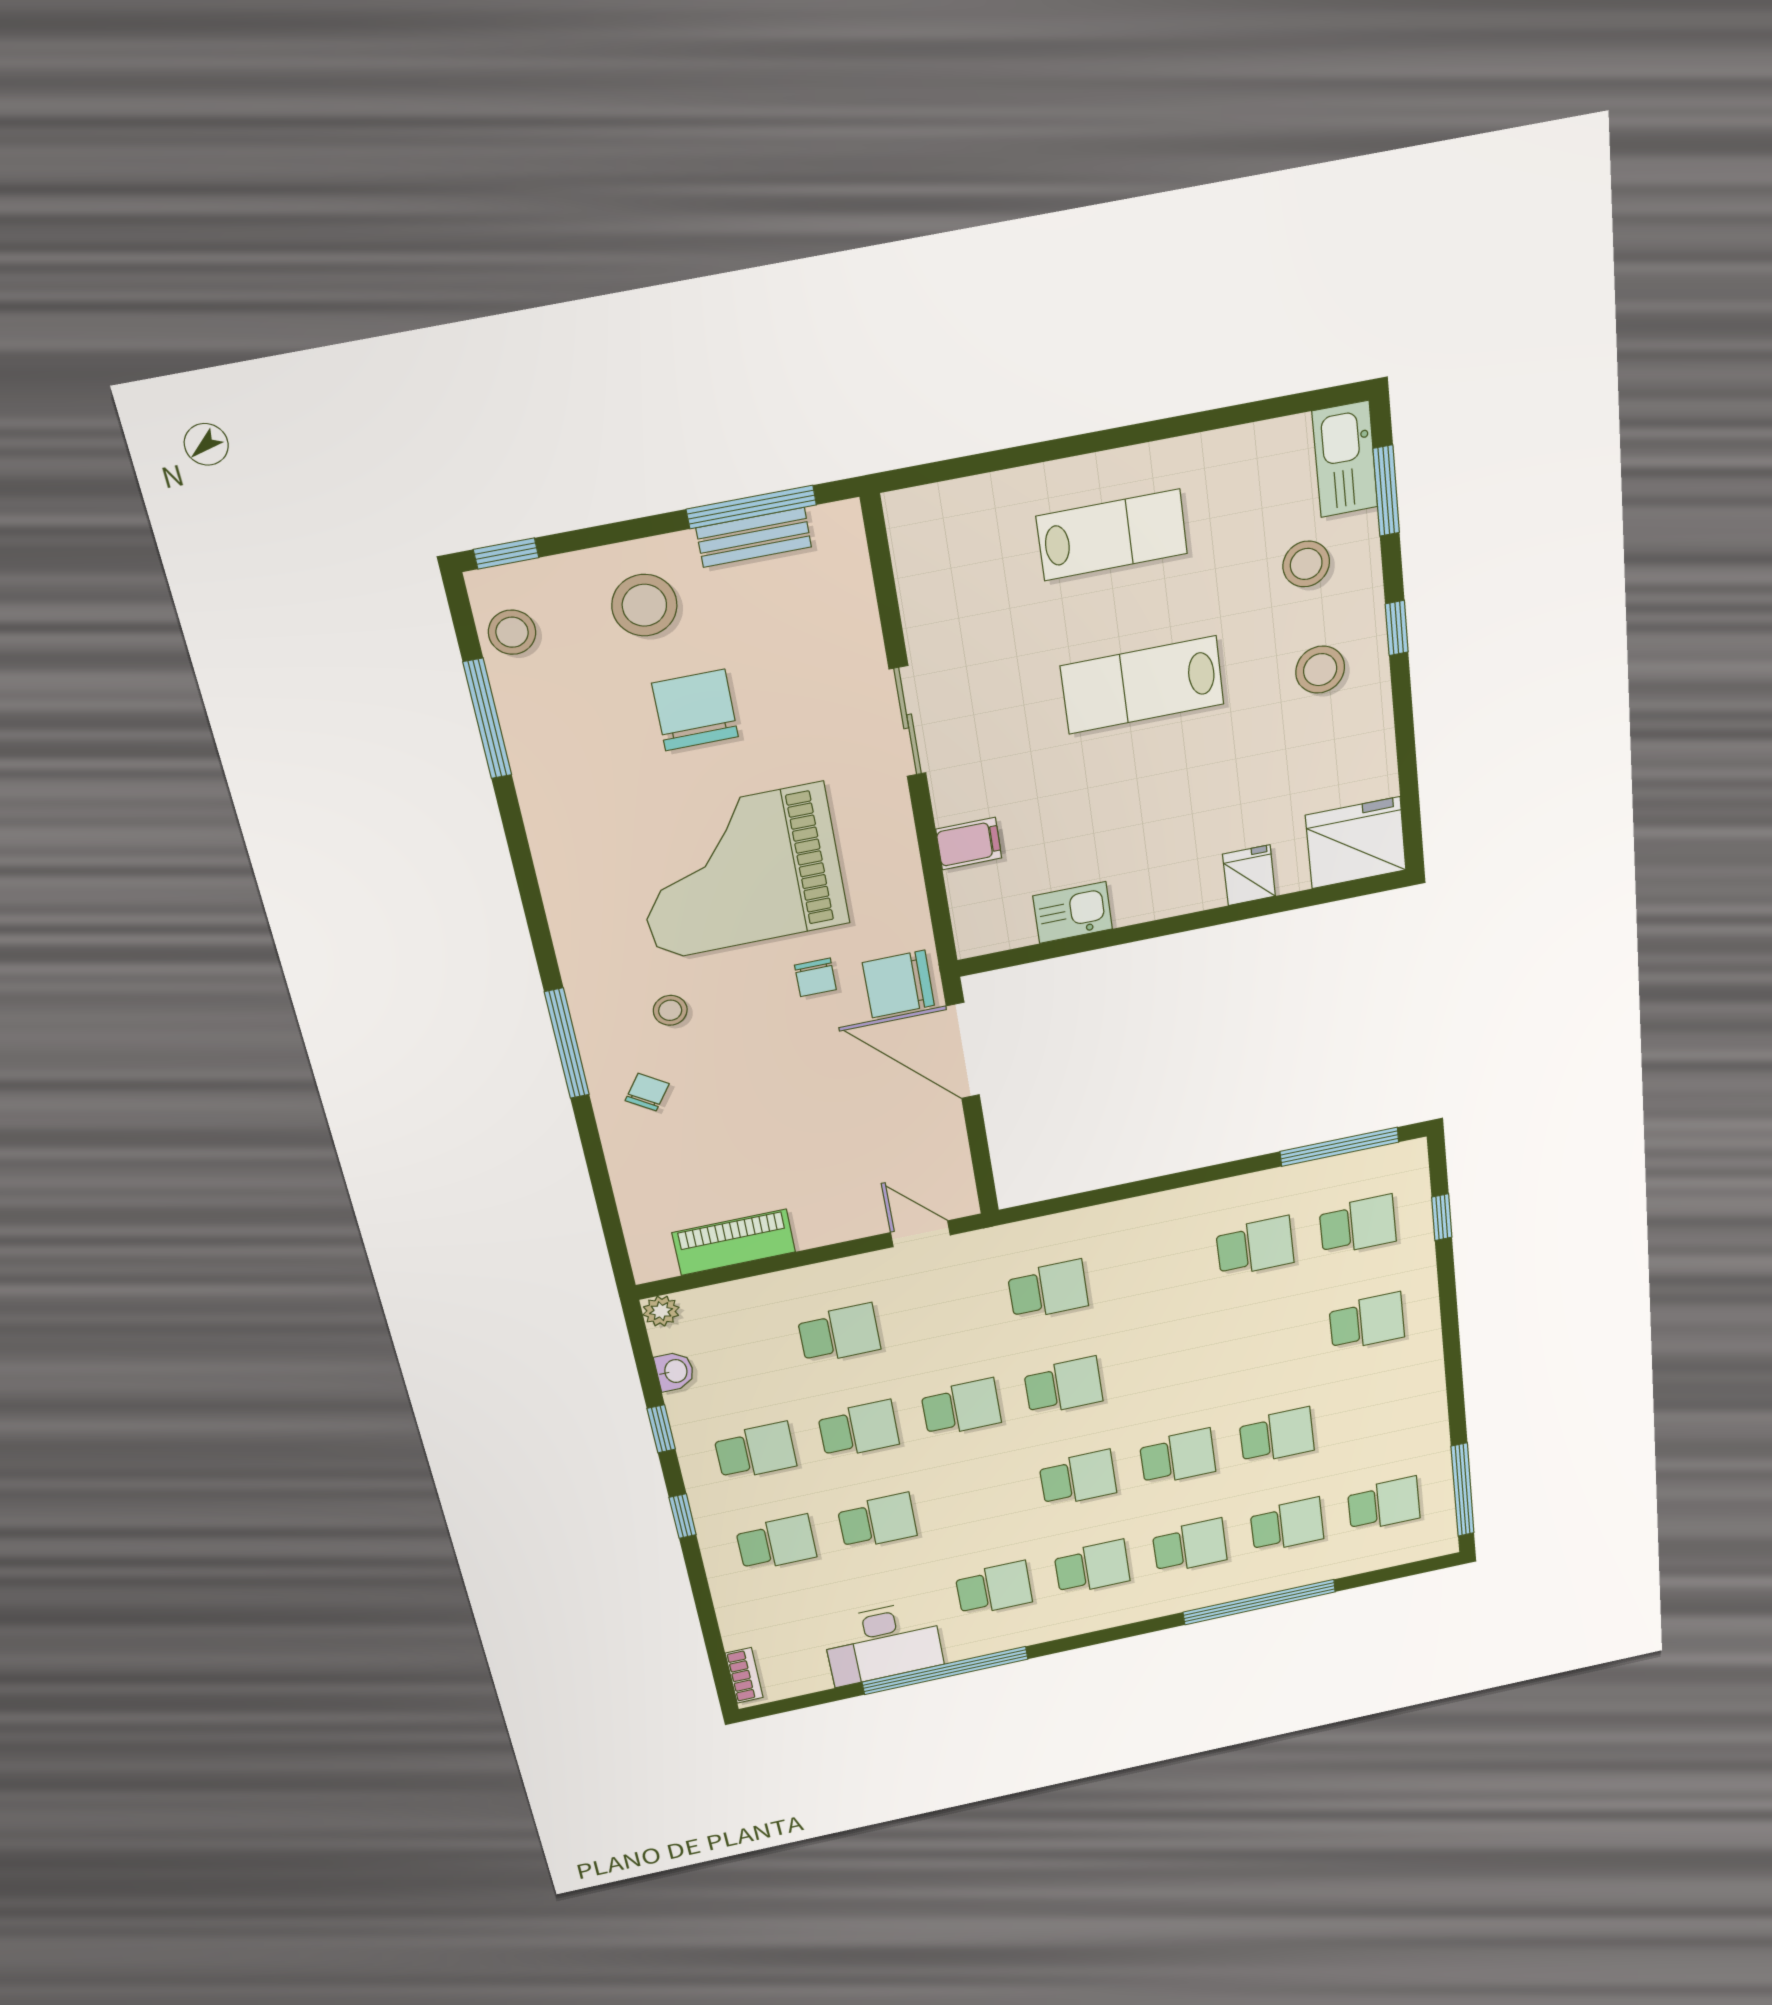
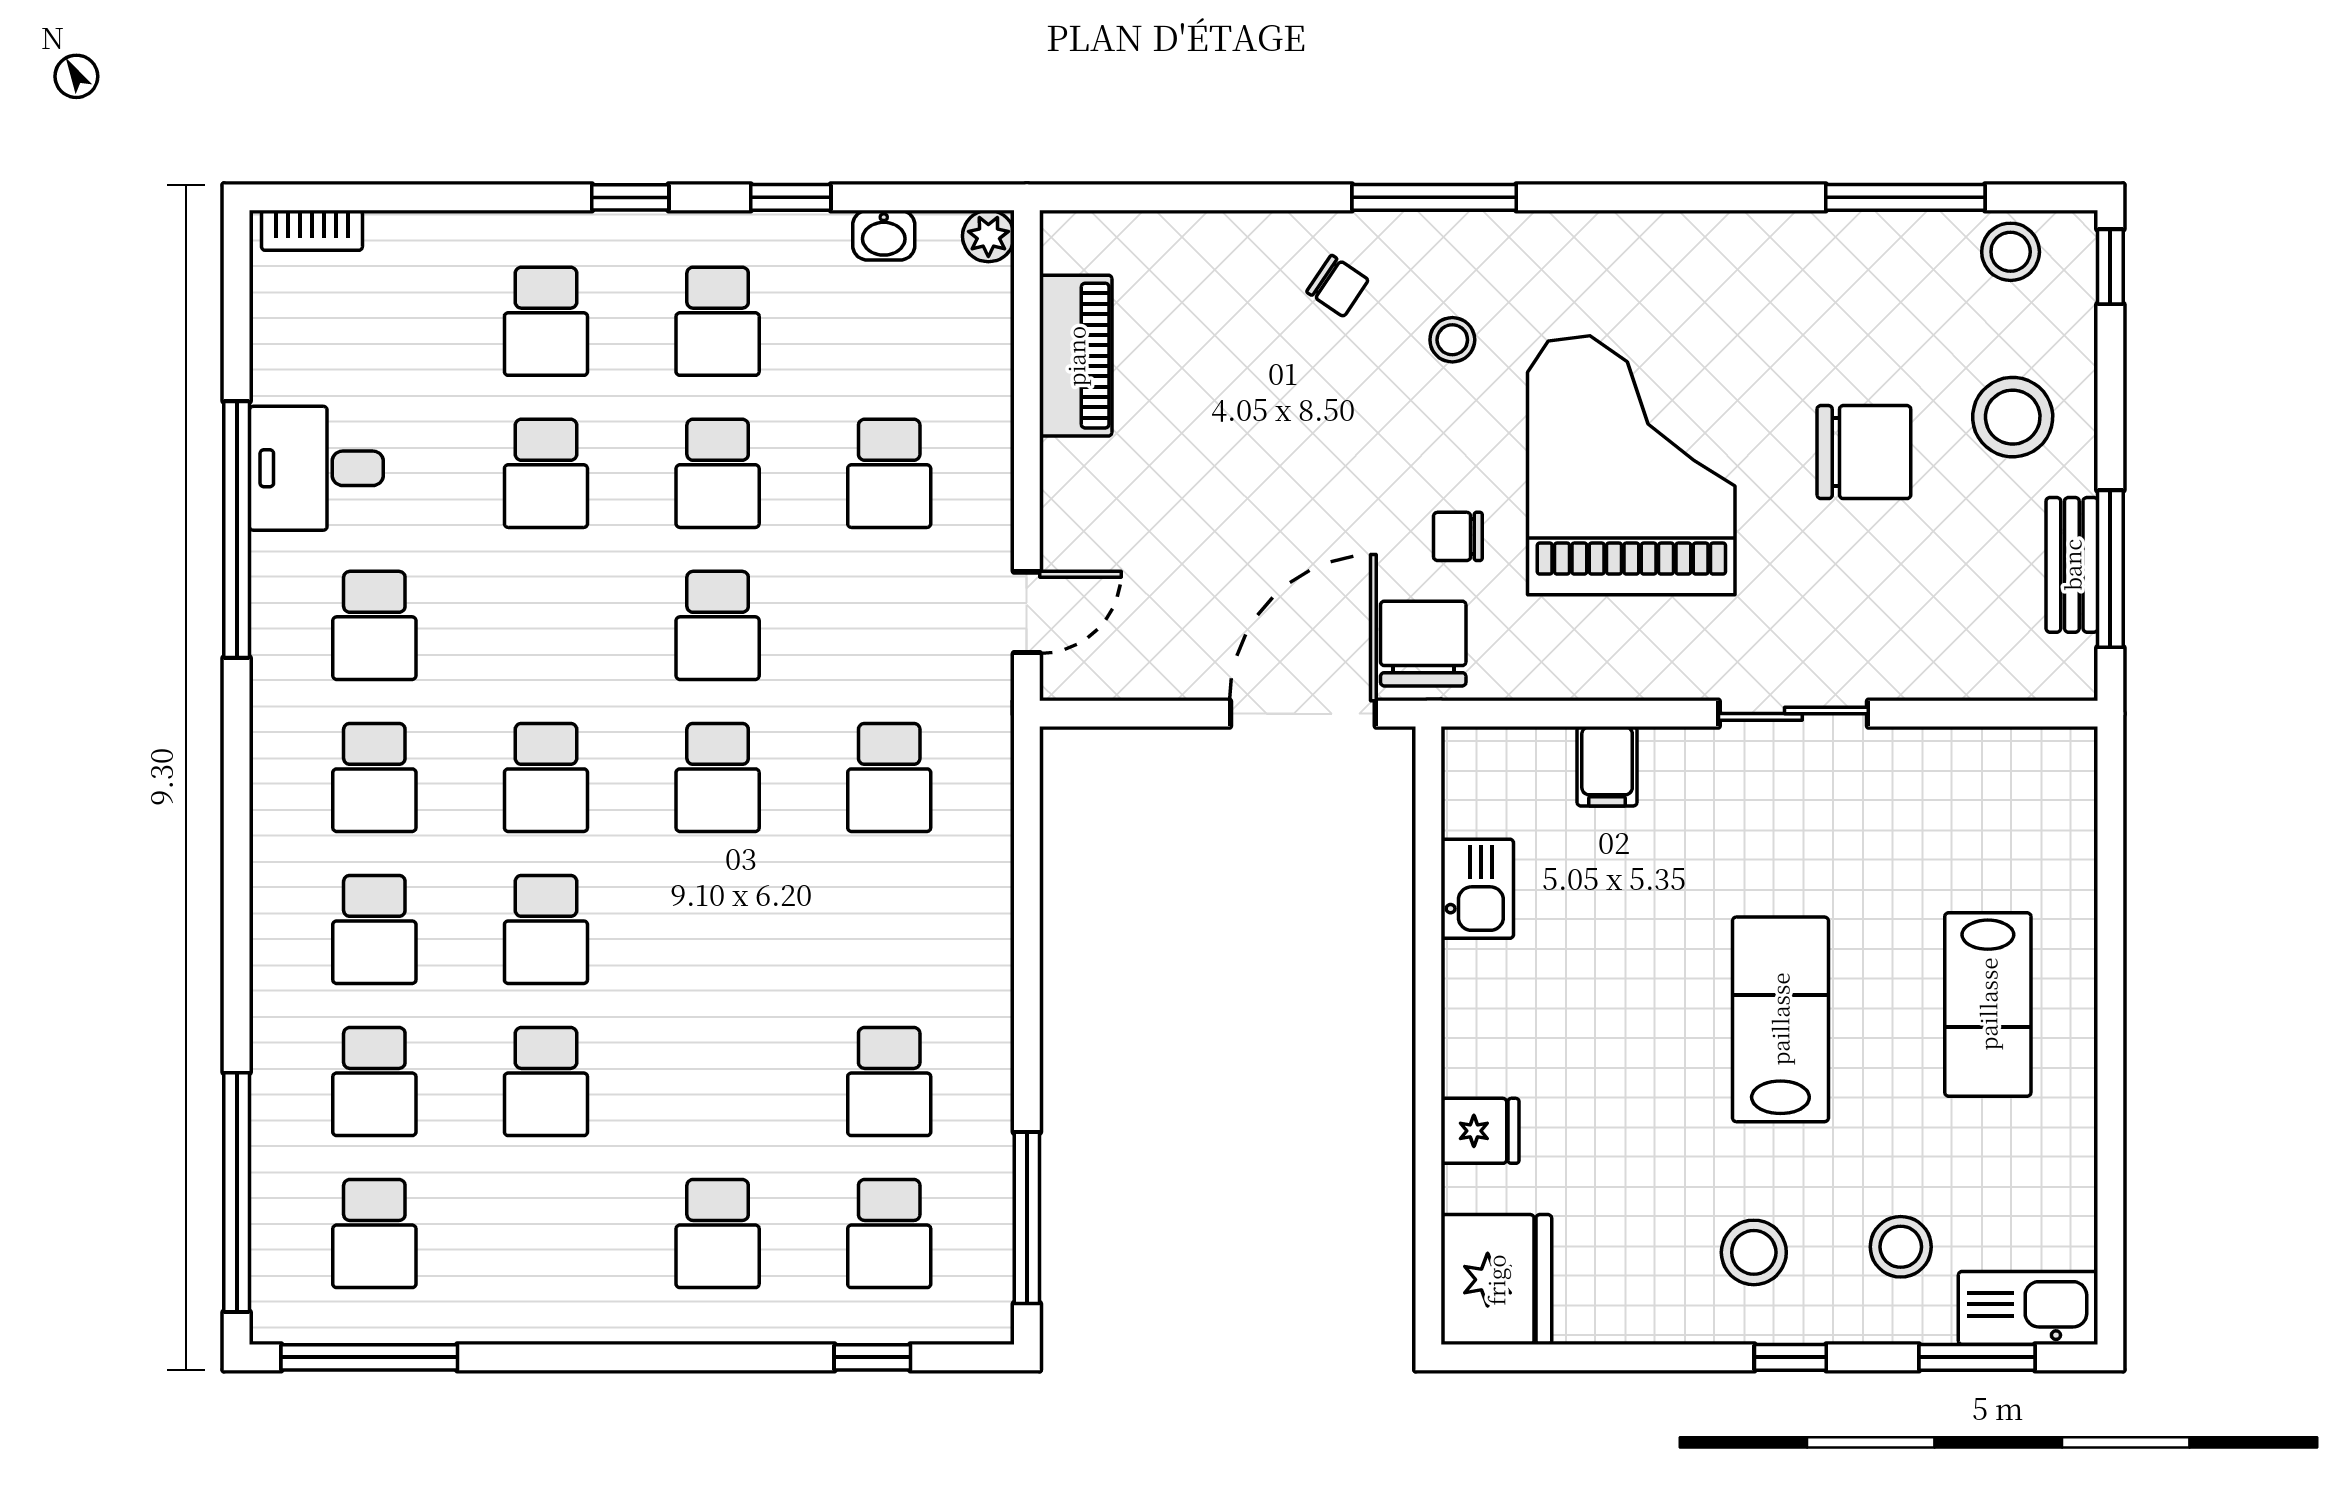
window: (1259, 1602) -> (237, 1192), moved
desk: (883, 1643) -> (316, 468), width x0.73

